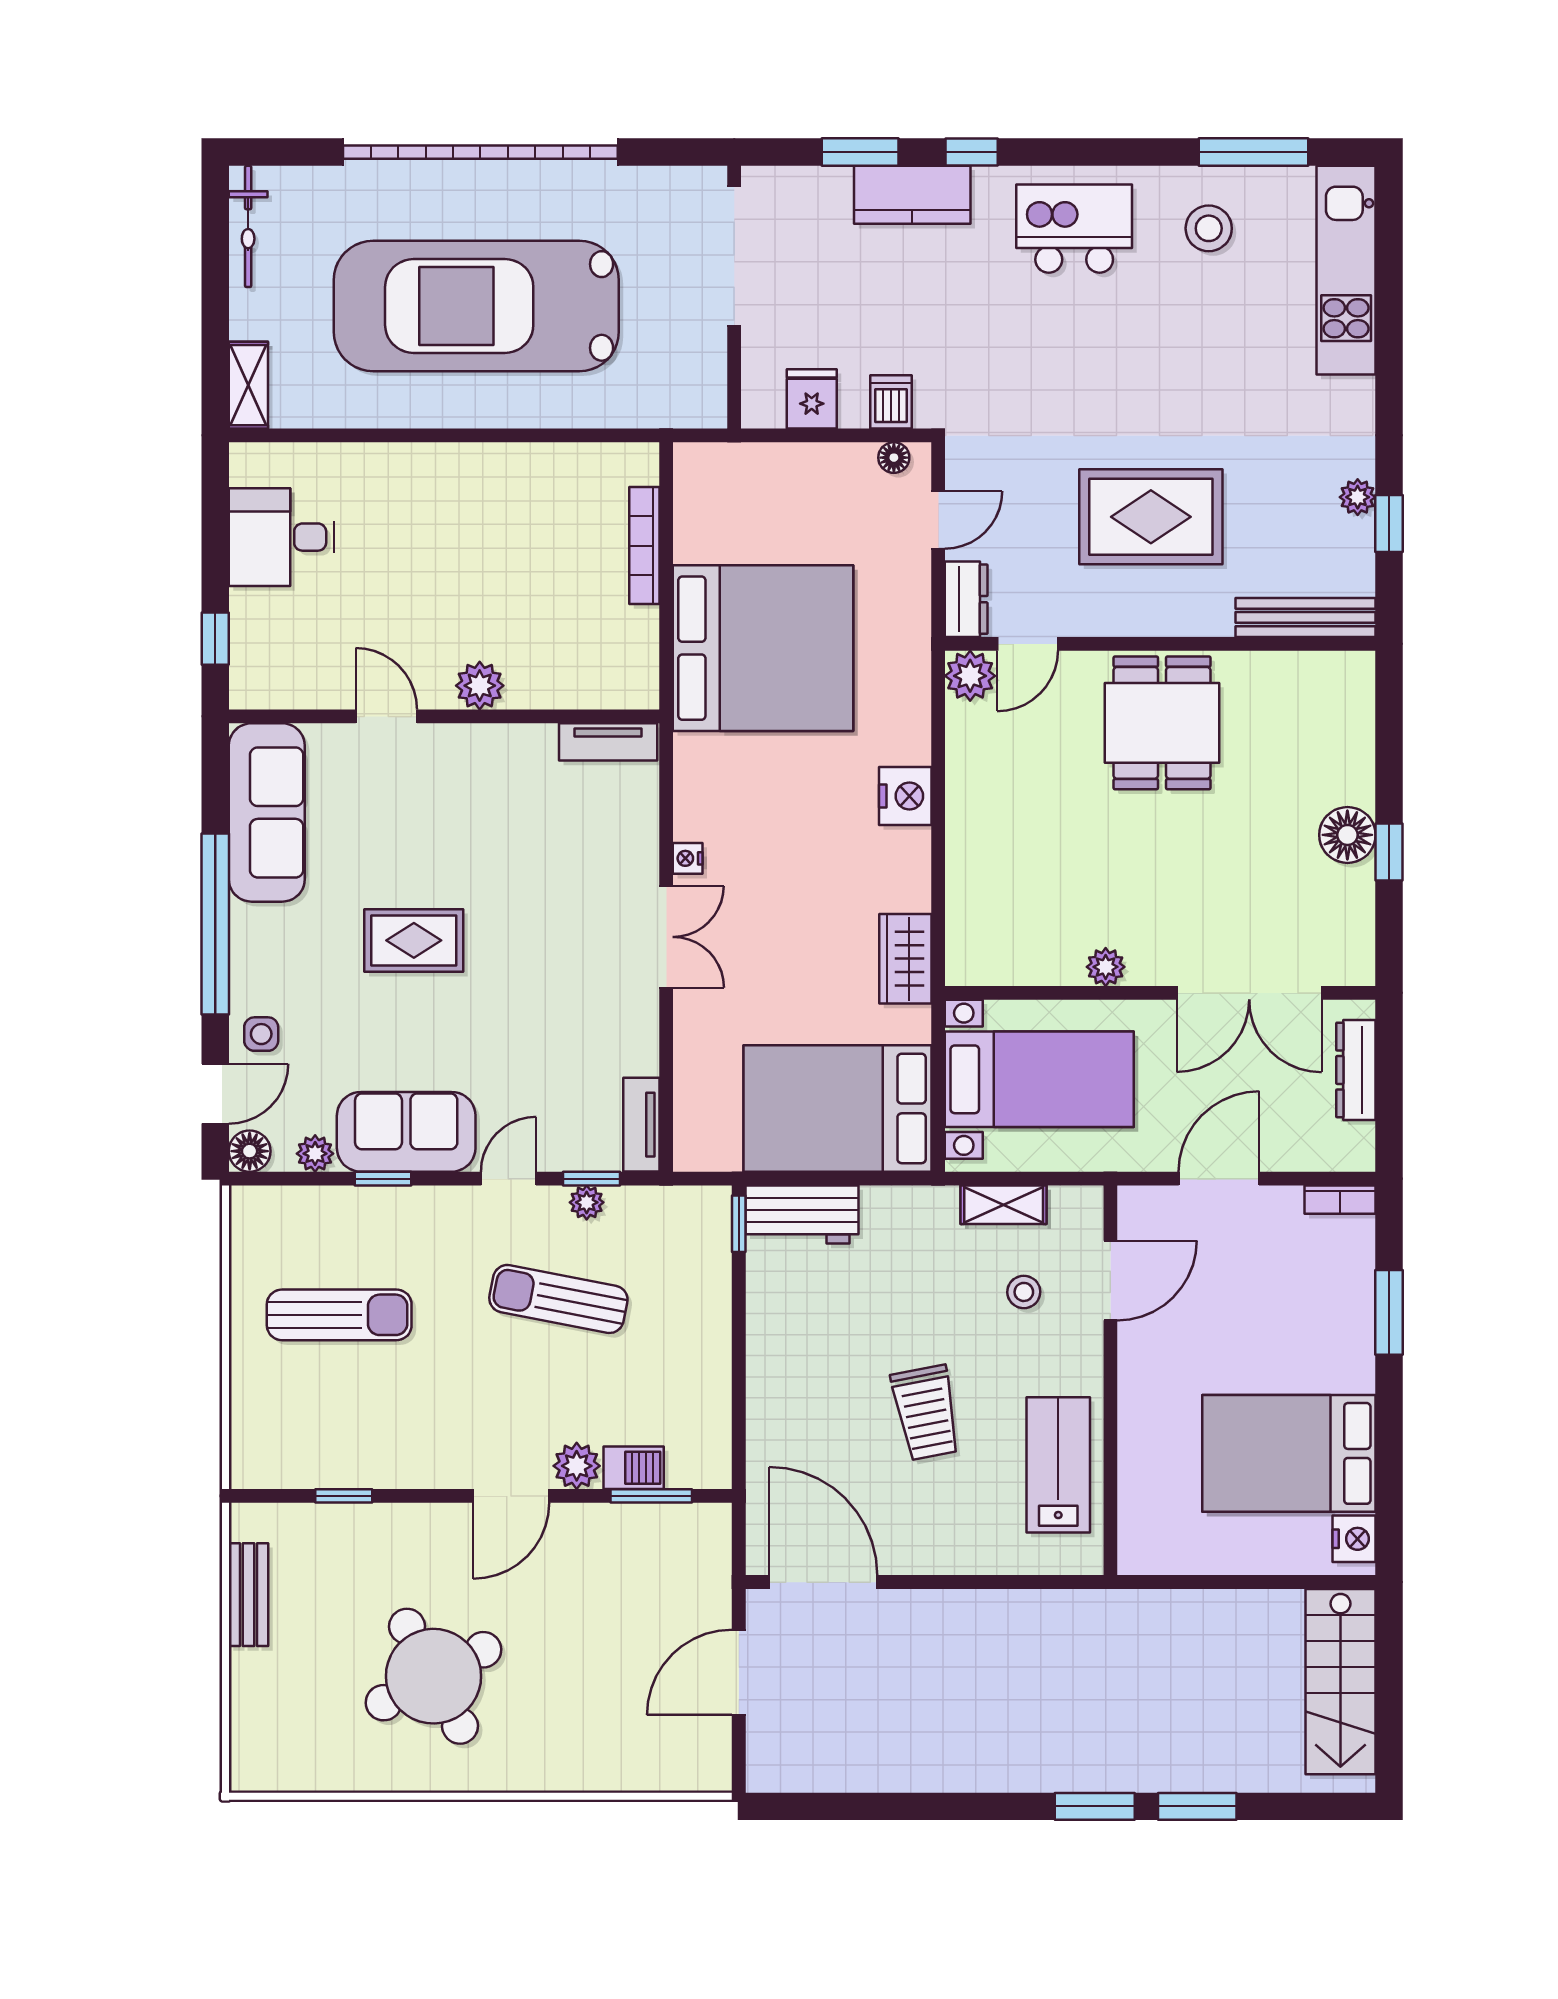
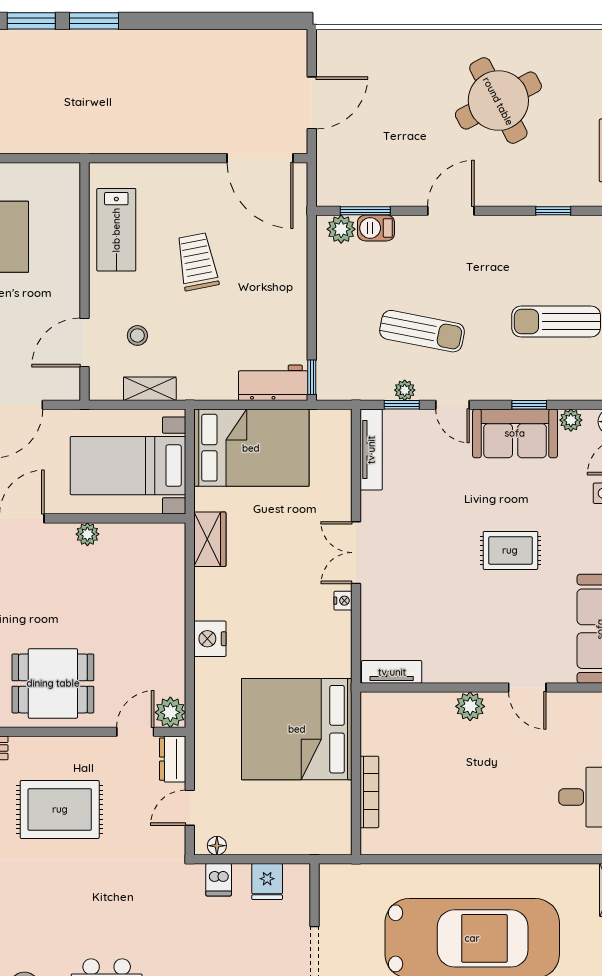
dining table: (1162, 723) -> (53, 683), turned 90
tv unit: (641, 1125) -> (371, 450), width x1.41
door: (509, 1179) -> (452, 405), hinge flipped
plant: (577, 1466) -> (341, 229), moved

